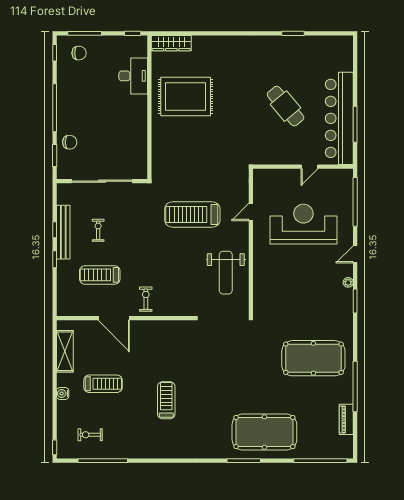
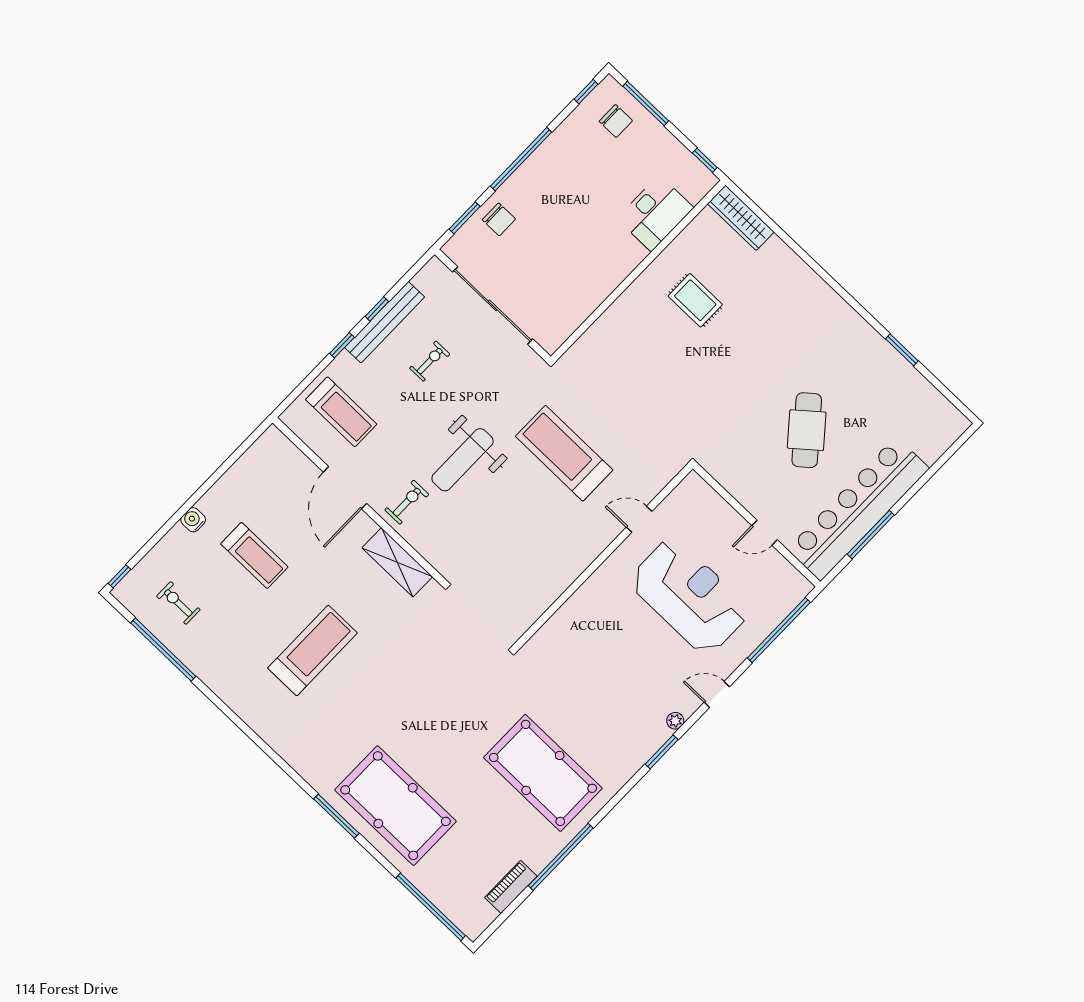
rug: (186, 97) -> (695, 300), width x0.54, depth x0.49
weight bench: (226, 273) -> (463, 460), moved
treadmill: (100, 275) -> (341, 412), moved, turned 180
shelving: (65, 351) -> (397, 562), moved, turned 90
treadmill: (166, 400) -> (312, 650), width x1.37, depth x1.38

